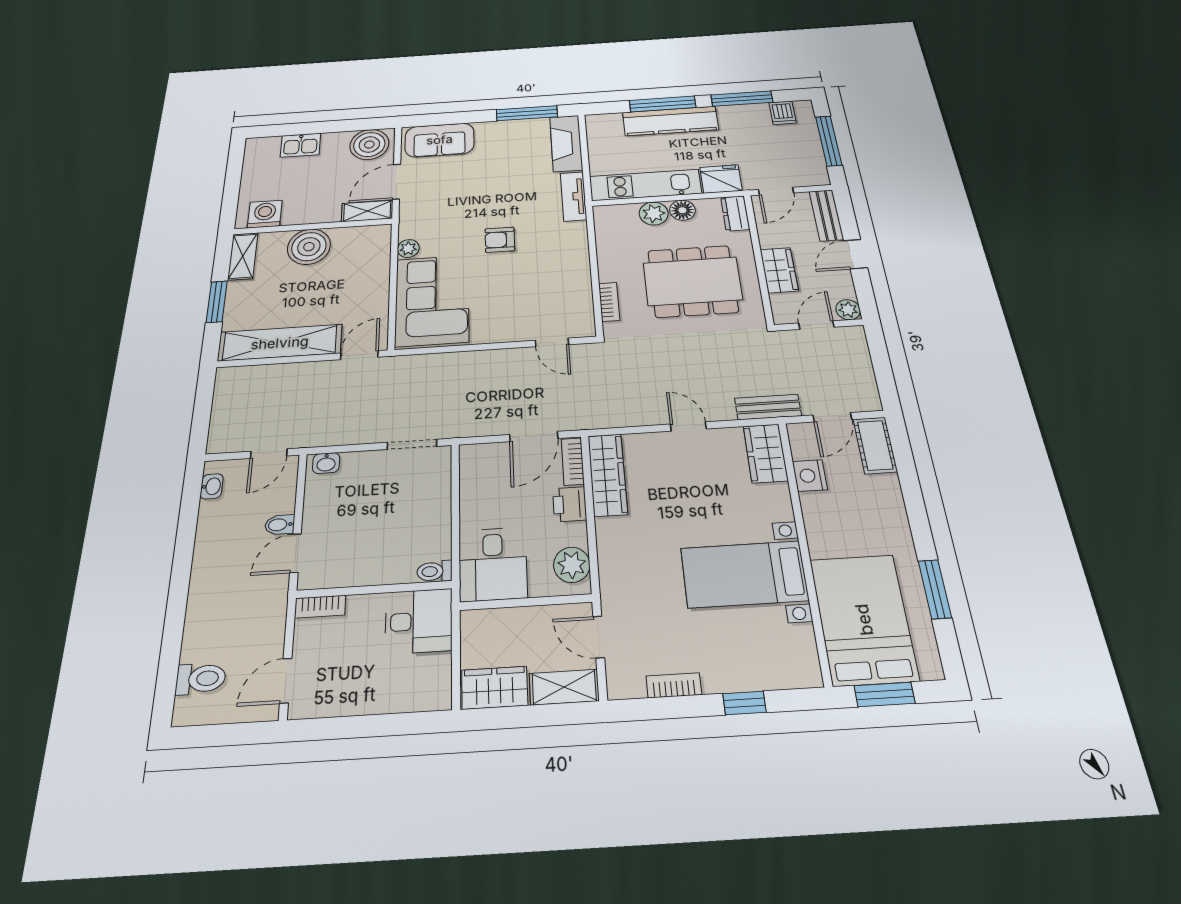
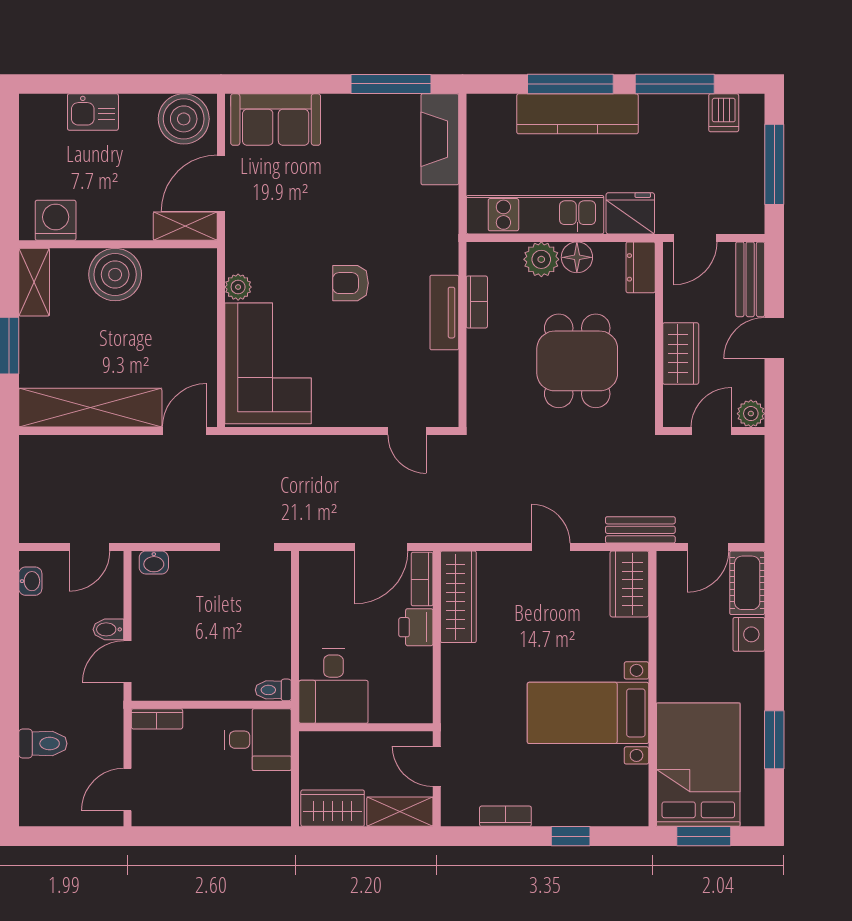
tv unit: (574, 196) -> (444, 313), moved
dining table: (693, 281) -> (577, 361), width x0.73
bookcase: (609, 302) -> (477, 302), moved
nightstand: (810, 476) -> (749, 634), moved, turned 180
plant: (572, 565) -> (414, 692), removed
toilet: (201, 679) -> (43, 744), moved

